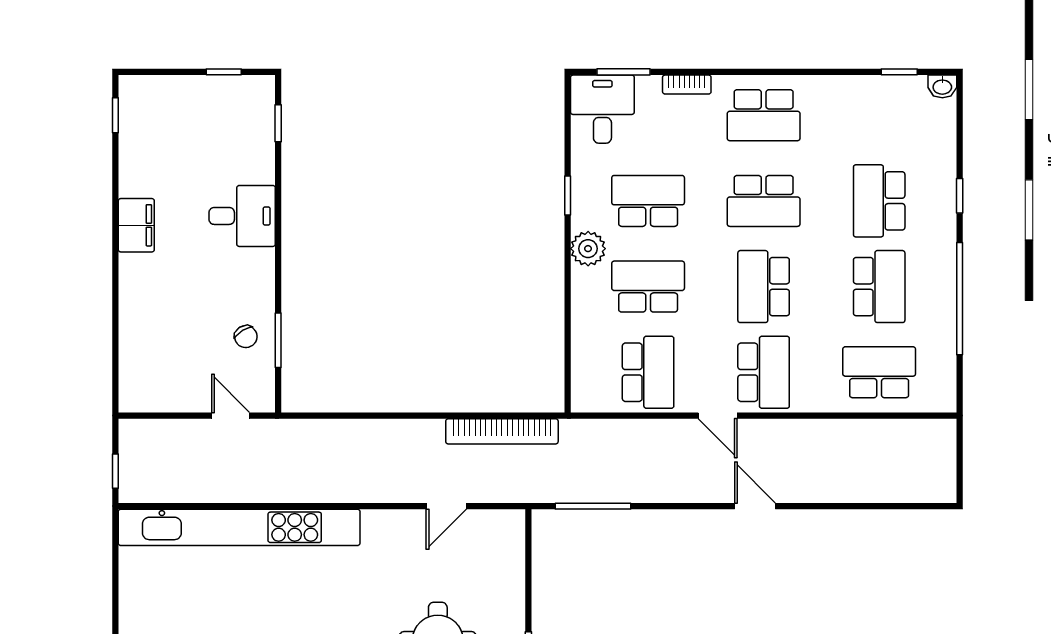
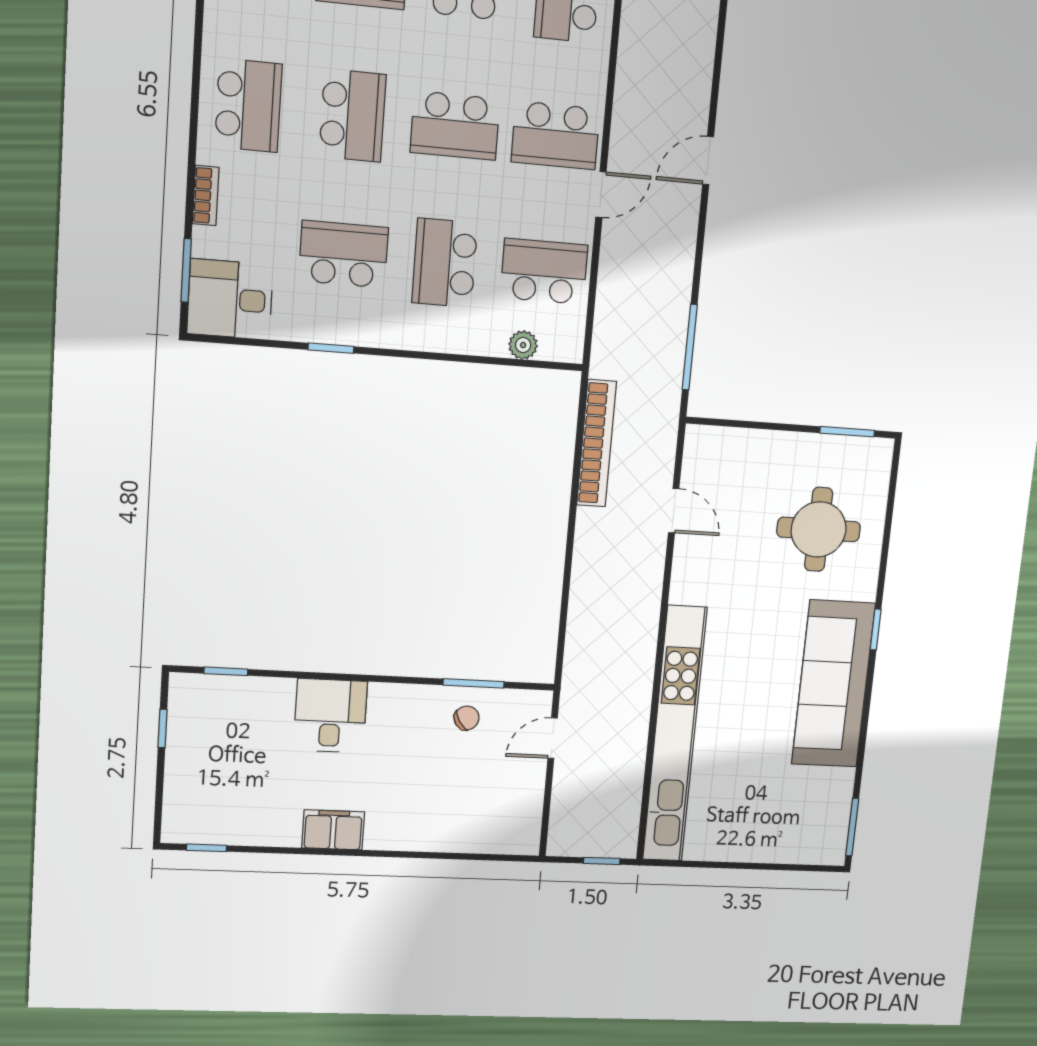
school desk: (648, 201) -> (343, 254), turned 90
plant: (588, 249) -> (523, 345), moved, width x0.73, depth x0.73
school desk: (764, 372) -> (556, 135), turned 180

